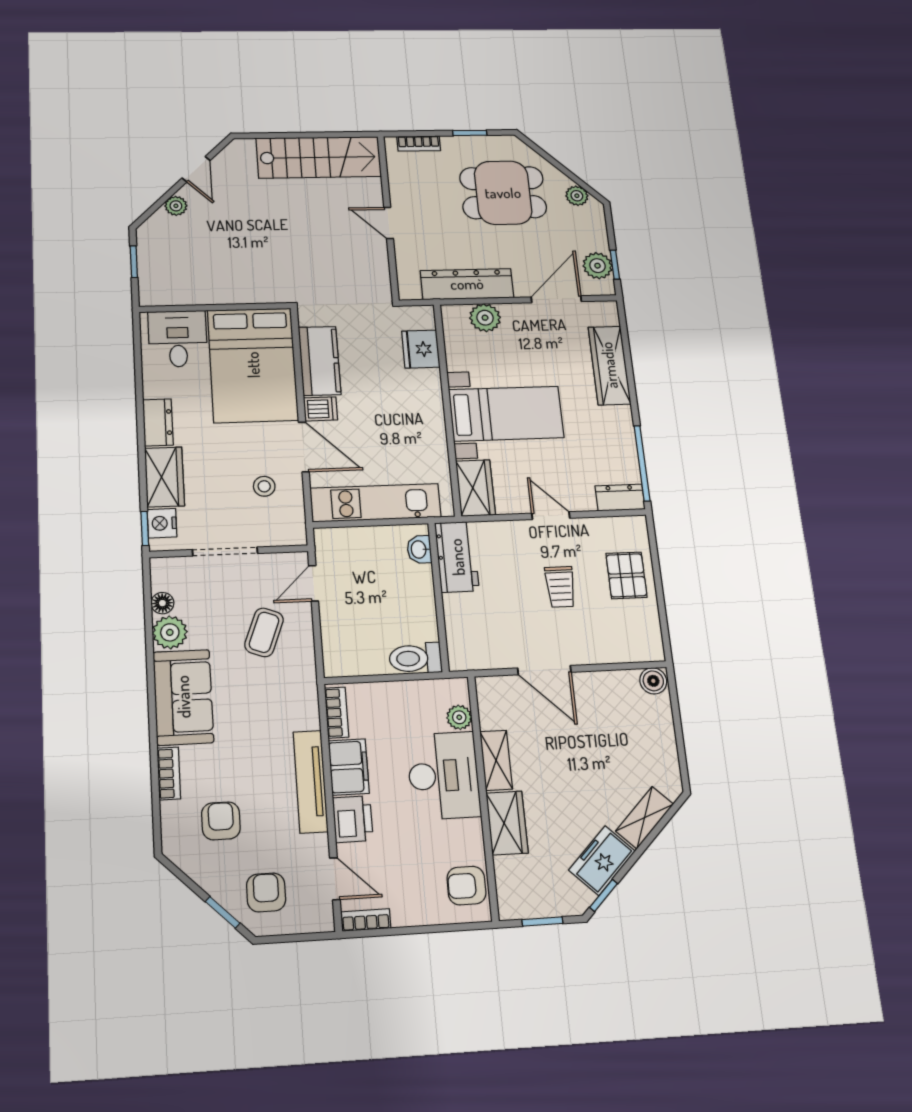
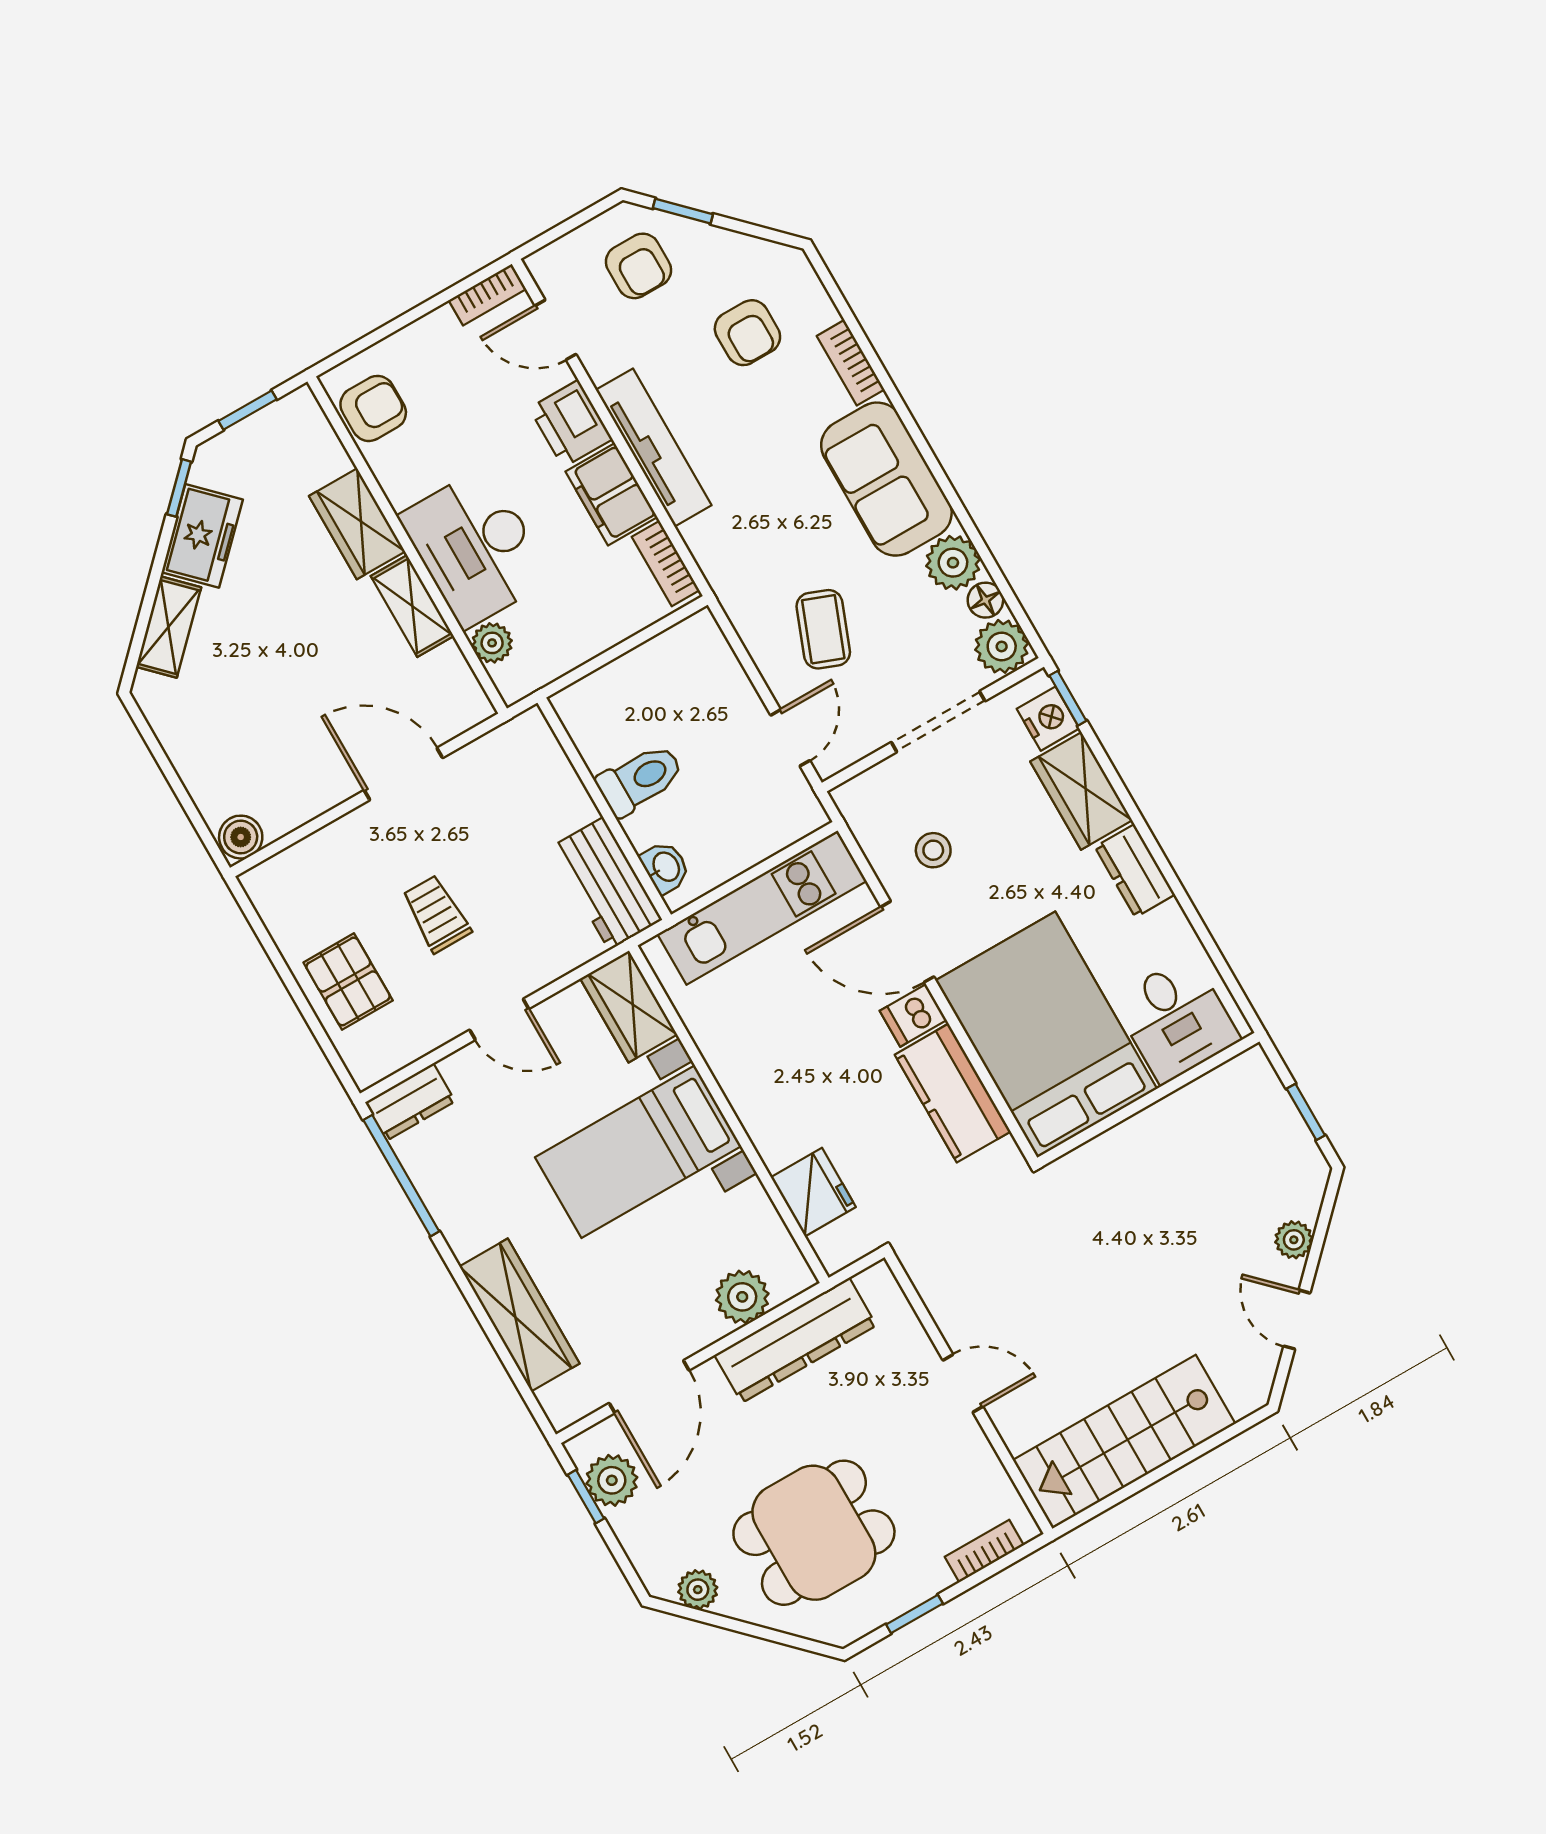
plant: (167, 574) -> (1002, 646), added
toilet: (415, 658) -> (640, 779), moved

